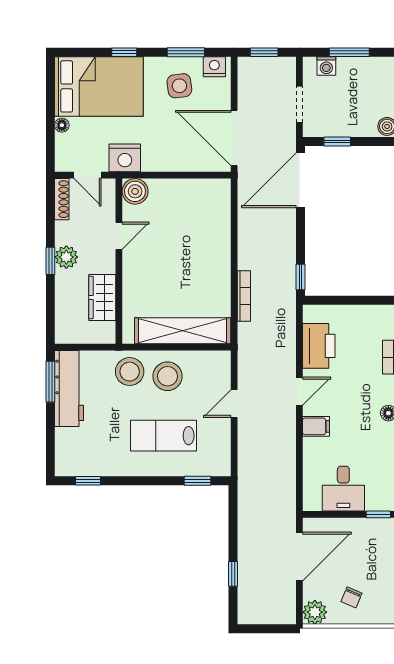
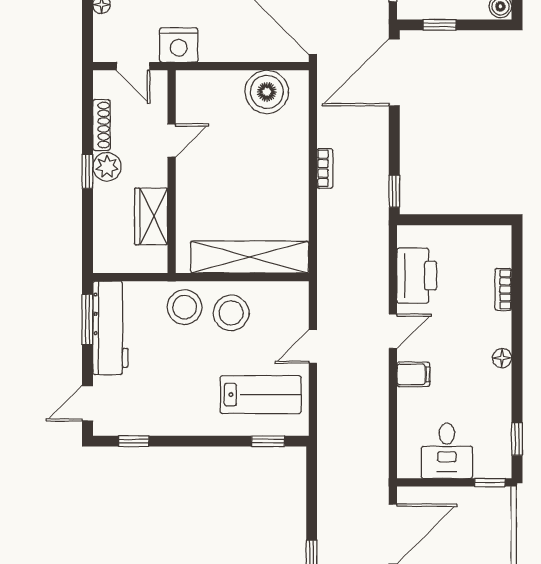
boiler: (135, 191) -> (267, 92), moved, width x1.37, depth x1.37
shoe rack: (62, 199) -> (101, 125), moved
bookcase: (244, 296) -> (325, 168), moved, width x0.64
lab bench: (164, 436) -> (261, 395), moved, turned 180
door: (50, 450) -> (87, 403), added

